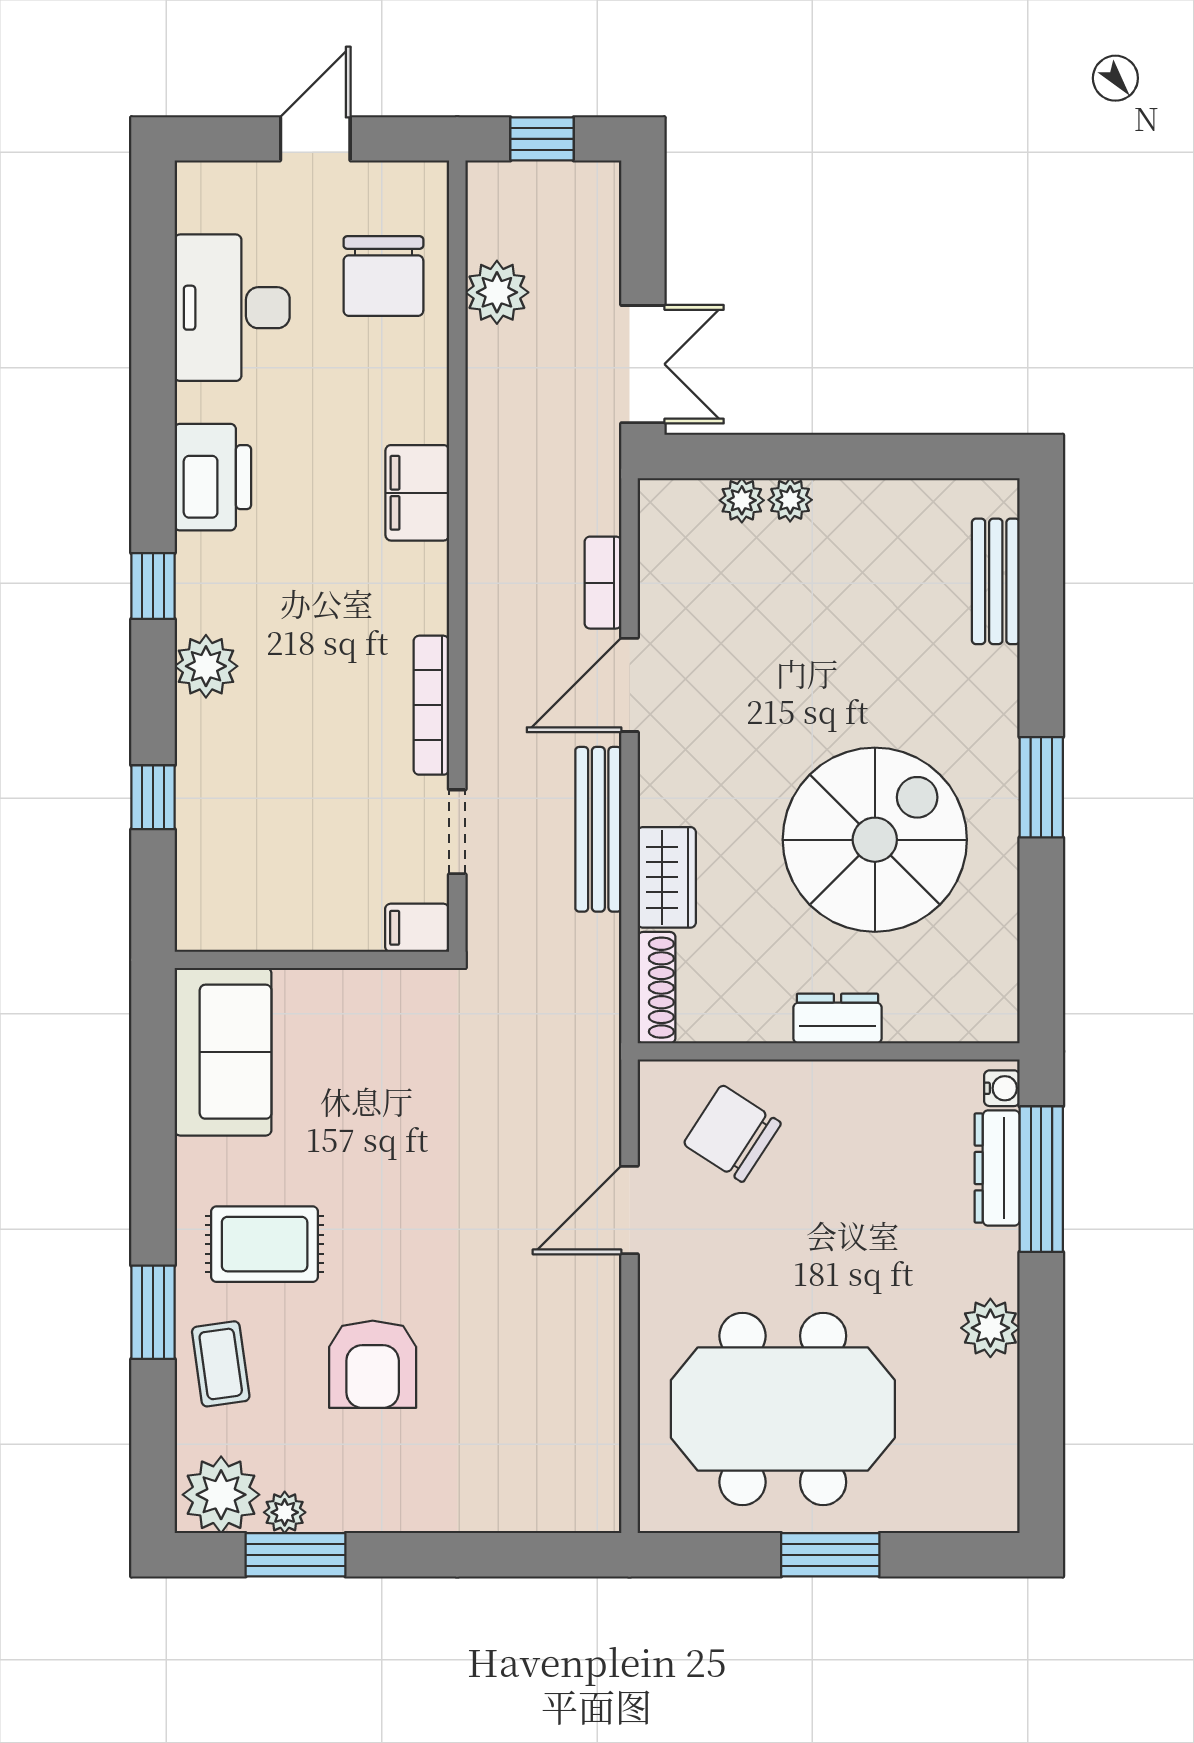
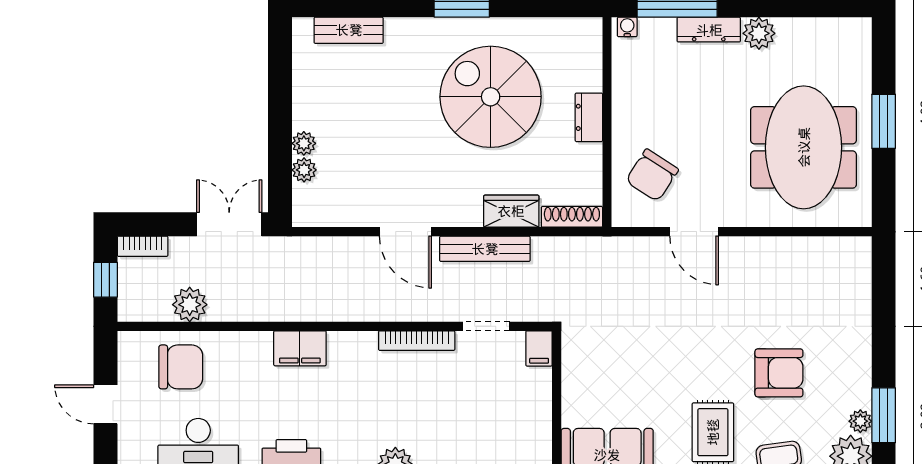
bookcase: (603, 583) -> (143, 246), moved
dresser: (997, 1168) -> (709, 30), moved

